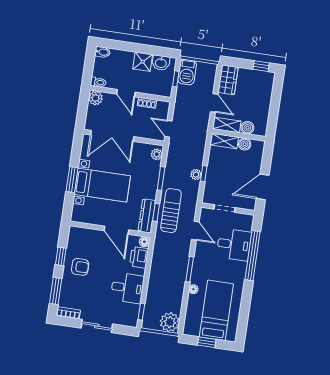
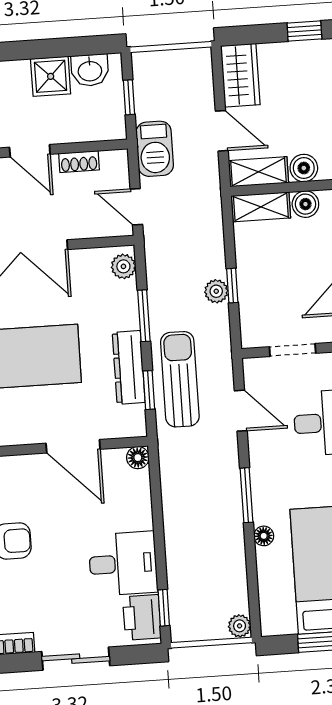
barbecue: (187, 72) -> (155, 149), moved
dresser: (147, 216) -> (129, 367), moved
printer: (139, 257) -> (142, 617), moved
plant: (170, 322) -> (240, 626), width x0.53, depth x0.53

